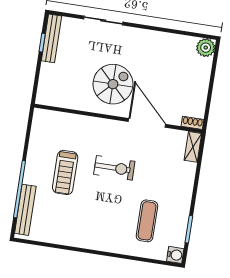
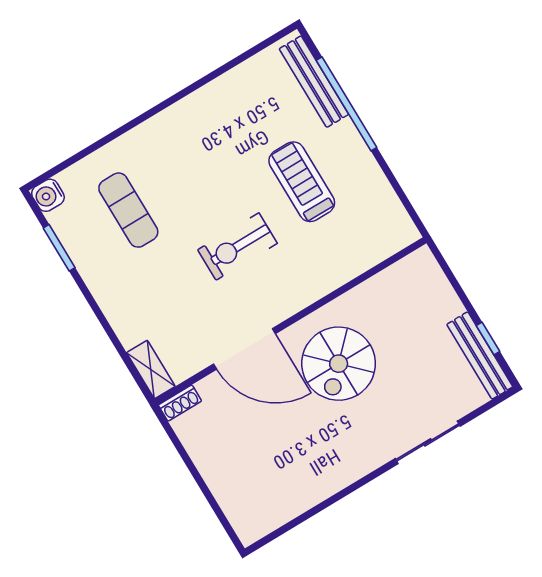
plant: (206, 48) -> (250, 525), removed

